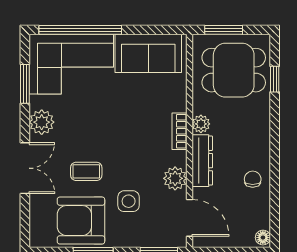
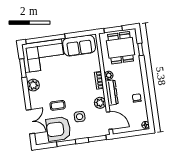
dining table: (234, 70) -> (121, 48), turned 90
double door: (25, 168) -> (30, 122), moved

